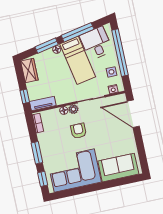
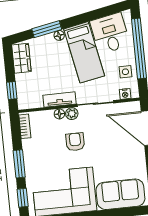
window: (78, 32) -> (88, 17), removed
tv unit: (43, 104) -> (59, 100), moved

